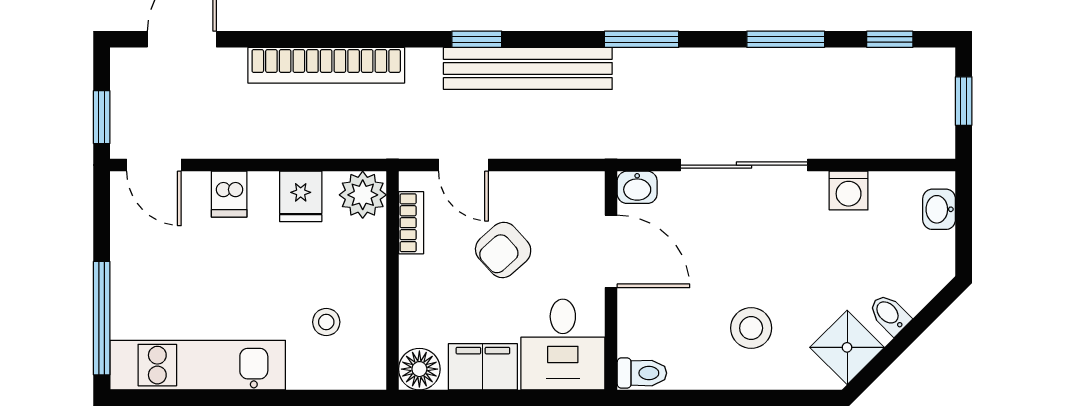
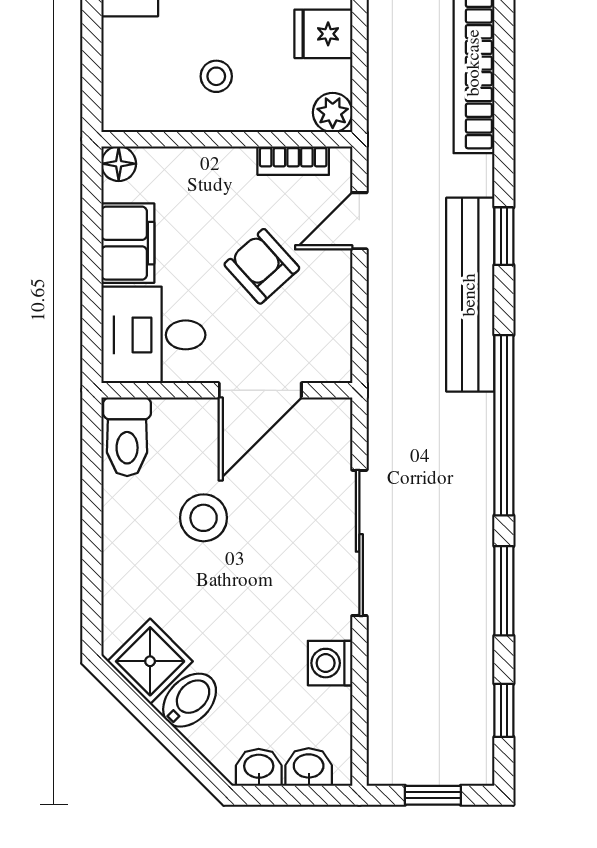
window: (642, 39) -> (504, 425), width x2.11
washbasin: (637, 187) -> (259, 767), moved, turned 90
plant: (363, 195) -> (333, 112), width x0.73, depth x0.73
bidet: (889, 314) -> (190, 700), width x1.38, depth x1.36
stool: (326, 322) -> (216, 76), moved
stool: (751, 328) -> (204, 518), moved
floor lamp: (419, 369) -> (119, 164), width x0.73, depth x0.73
toilet: (642, 373) -> (127, 437), width x1.37, depth x1.39

